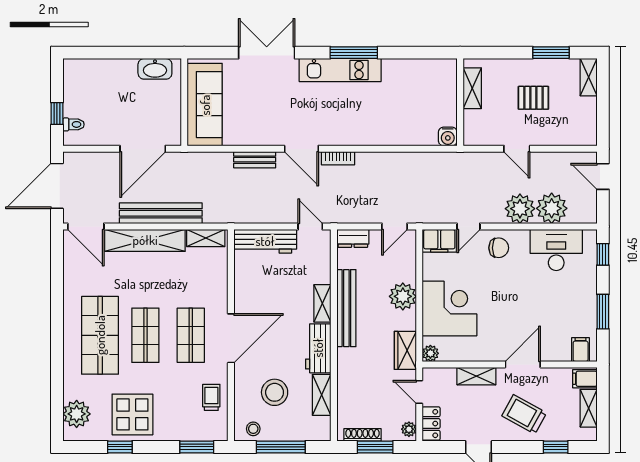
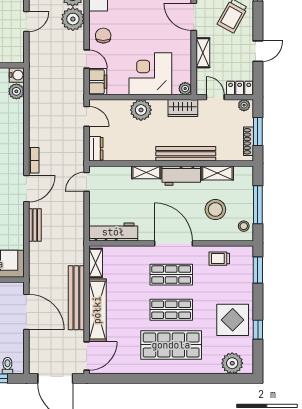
plant: (427, 136) -> (16, 91), added
workbench: (265, 241) -> (113, 232), moved, turned -90
bench: (346, 308) -> (186, 154), moved
door: (419, 392) -> (215, 97), swing flipped

